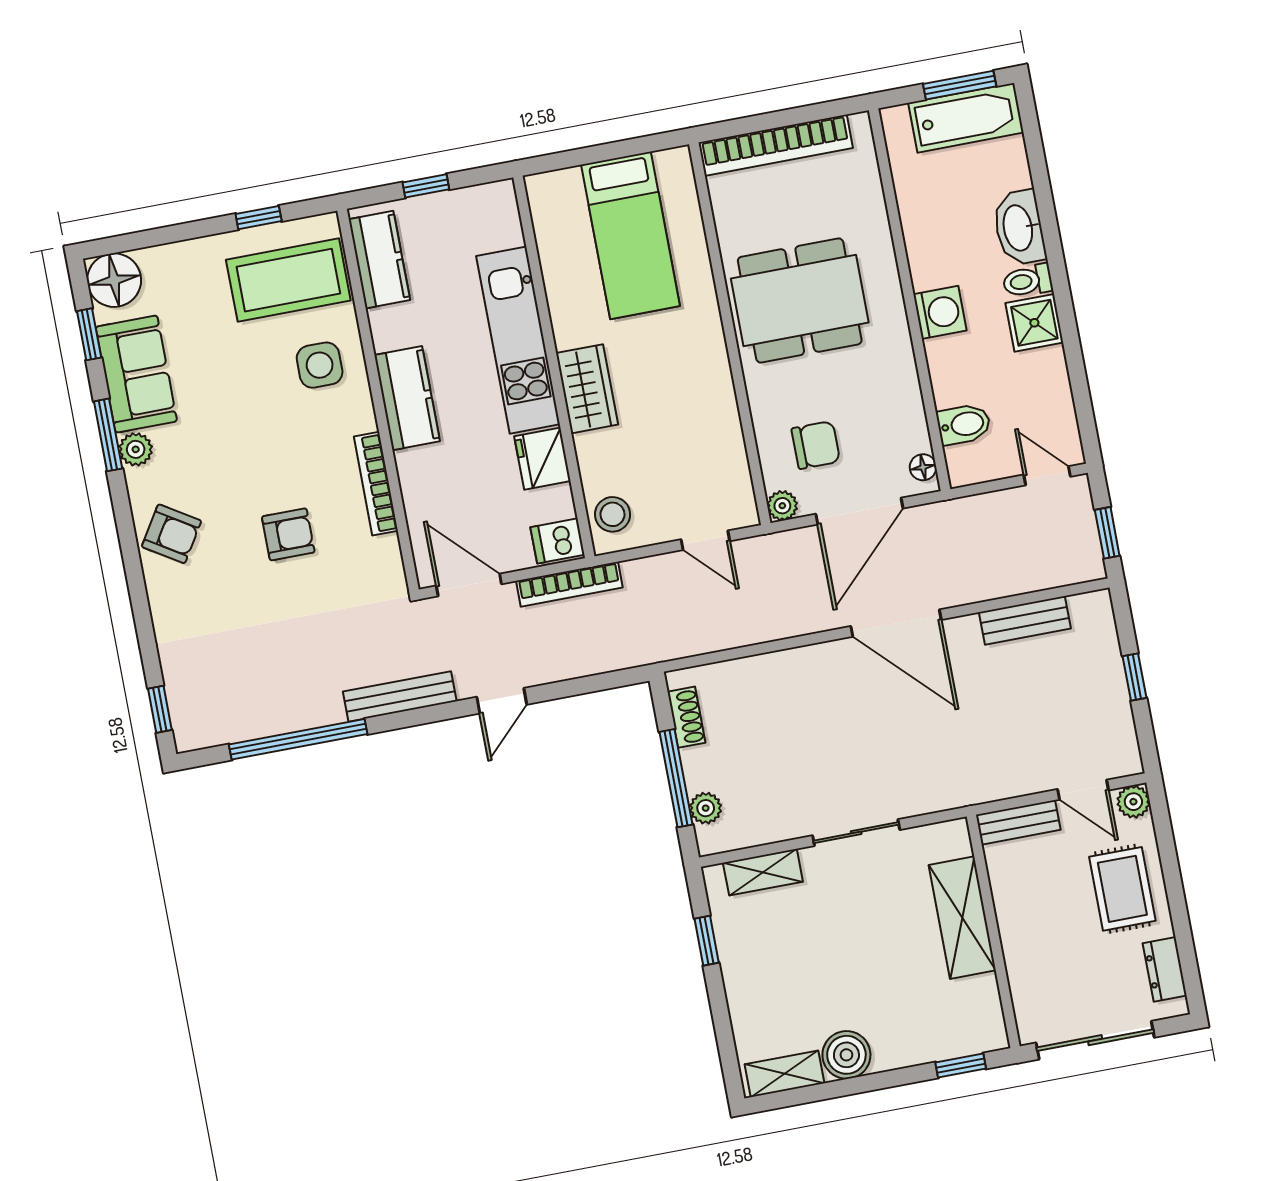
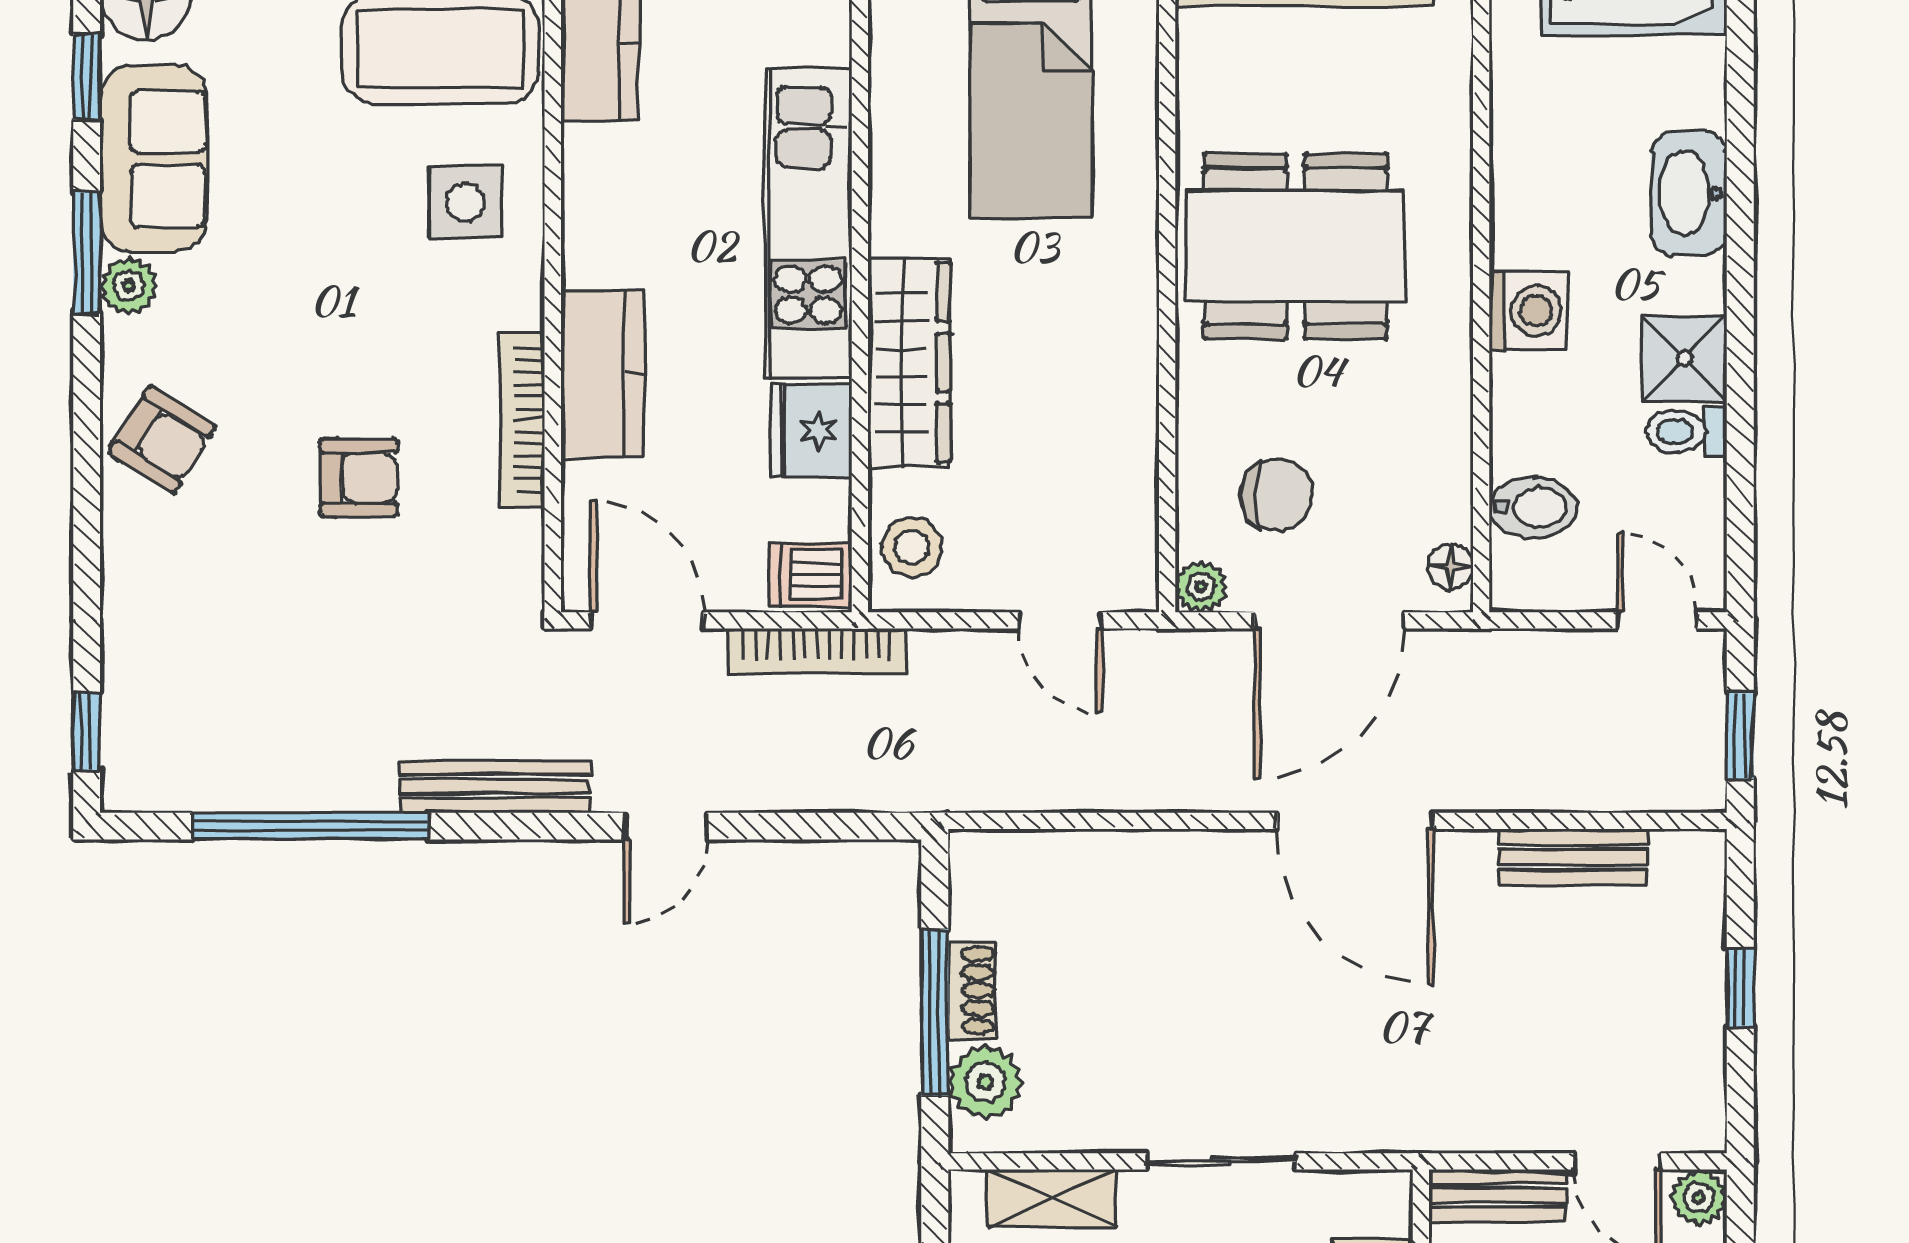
toilet: (1028, 281) -> (1686, 431), moved
wardrobe: (587, 389) -> (909, 363), width x1.50
kitchen counter: (407, 398) -> (603, 374), moved
shoe rack: (686, 717) -> (972, 990), moved
plant: (706, 808) -> (986, 1082), width x1.38, depth x1.38

